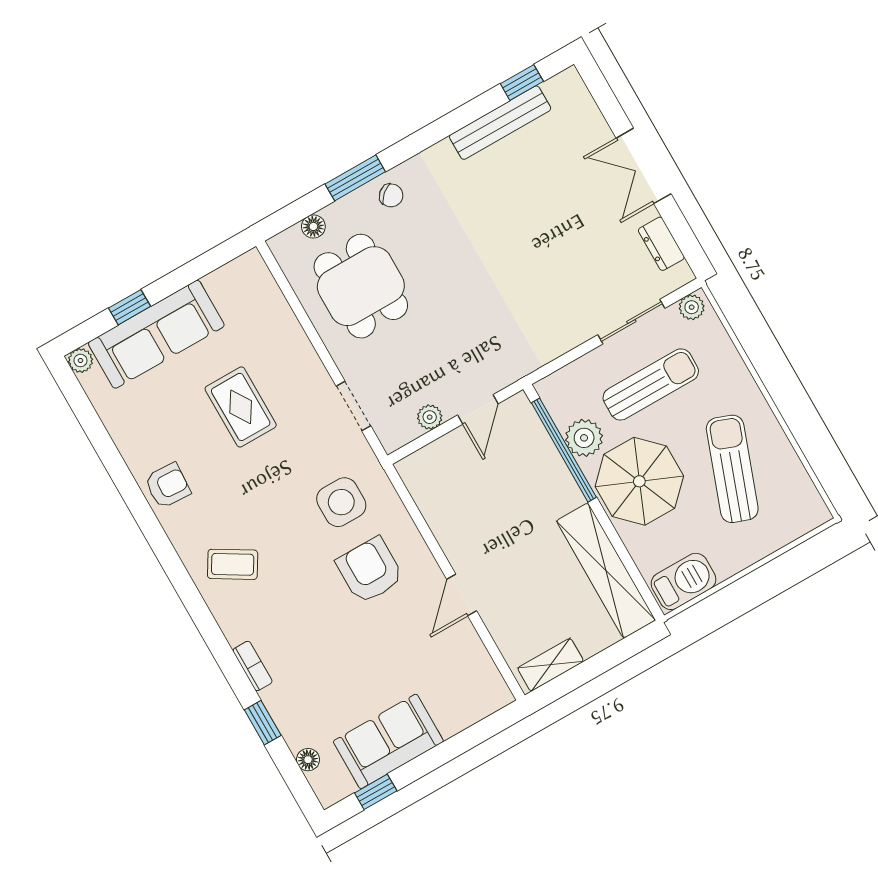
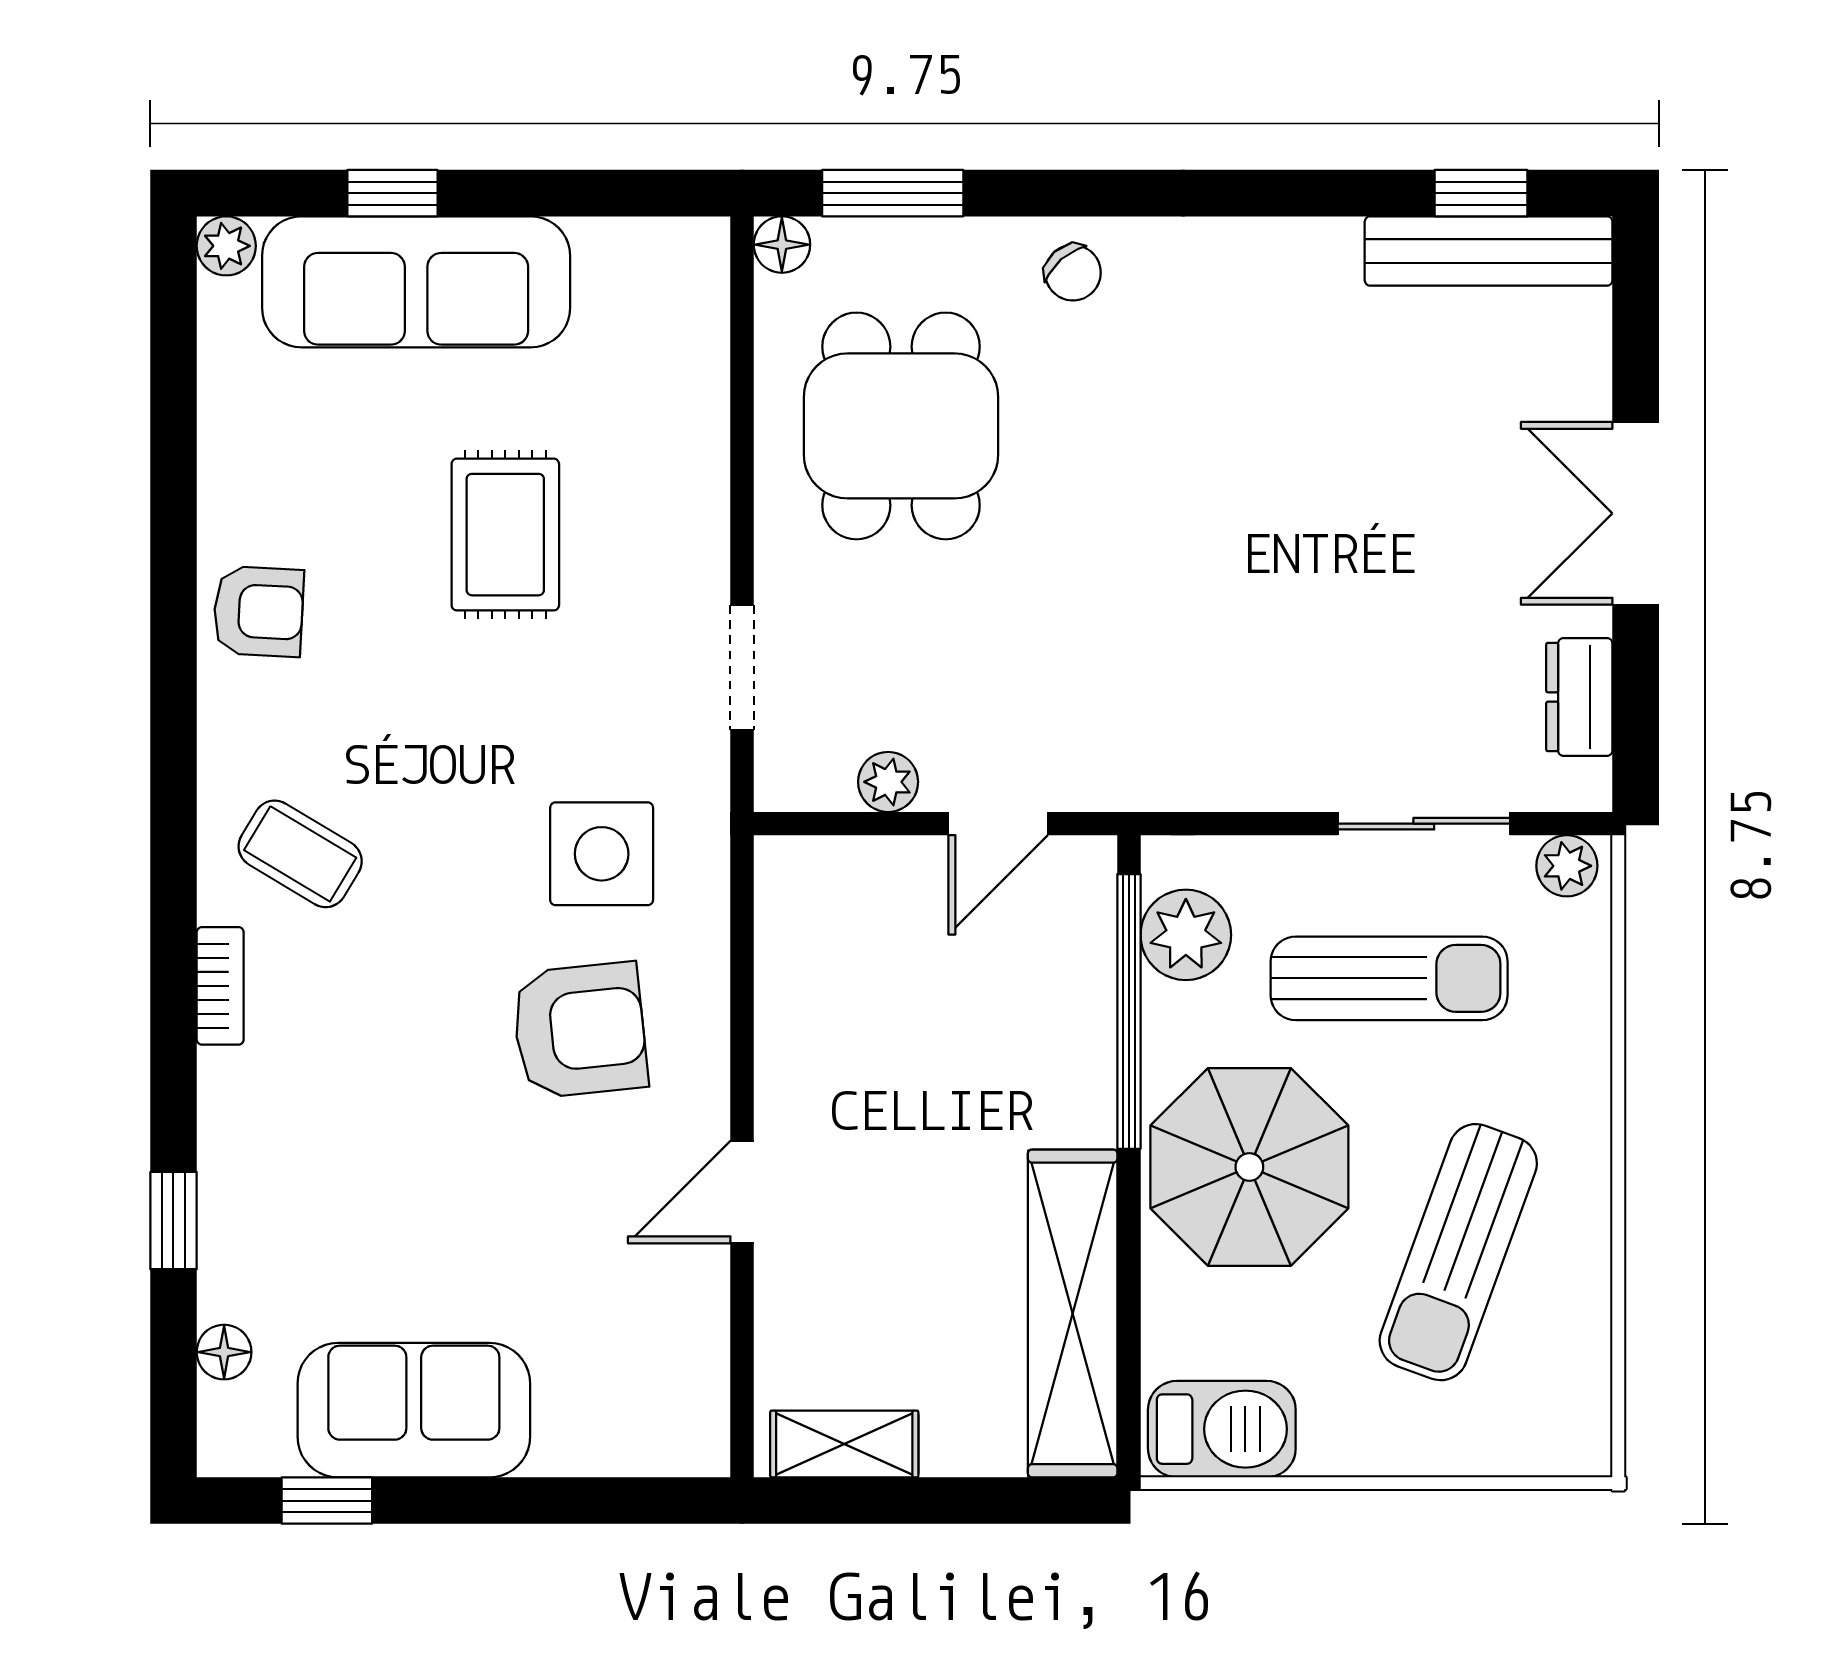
bench: (500, 123) -> (1489, 251), moved
window: (355, 178) -> (893, 193), moved
floor lamp: (313, 226) -> (782, 245), moved
plant: (584, 438) -> (1186, 935), moved
sun lounger: (732, 469) -> (1458, 1252), turned 180
armchair: (370, 570) -> (580, 1030), turned 84
bookcase: (253, 666) -> (220, 986), moved

